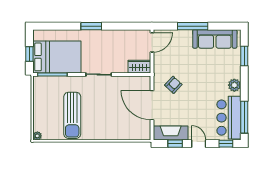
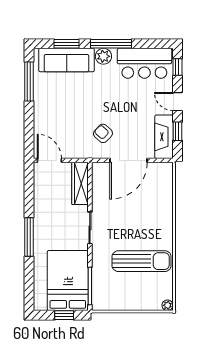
window: (91, 26) -> (29, 237), width x1.44
window: (193, 26) -> (29, 82), moved
sofa: (215, 39) -> (67, 60), moved, turned 90
wardrobe: (139, 67) -> (80, 183), width x1.50
window: (244, 117) -> (111, 44), moved
door: (199, 144) -> (177, 102), hinge flipped

